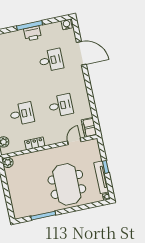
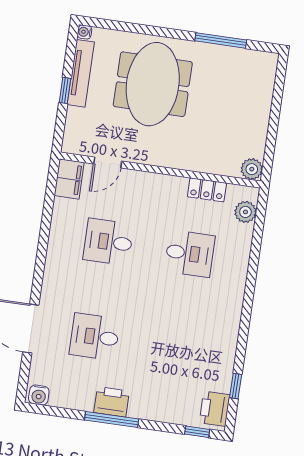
desk: (22, 114) -> (190, 254), turned 180
locker: (35, 143) -> (207, 190), moved

